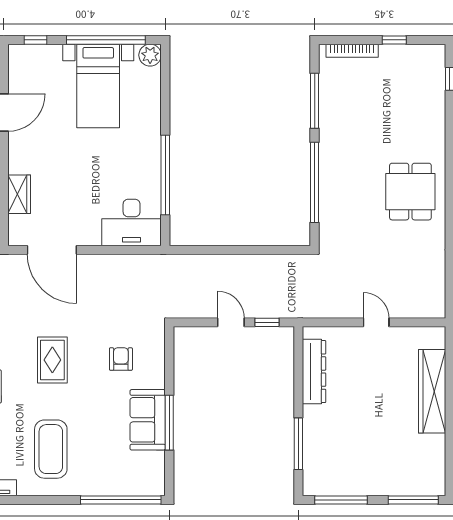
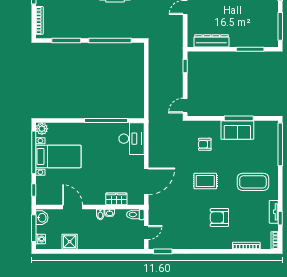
door: (231, 322) -> (185, 106), moved

